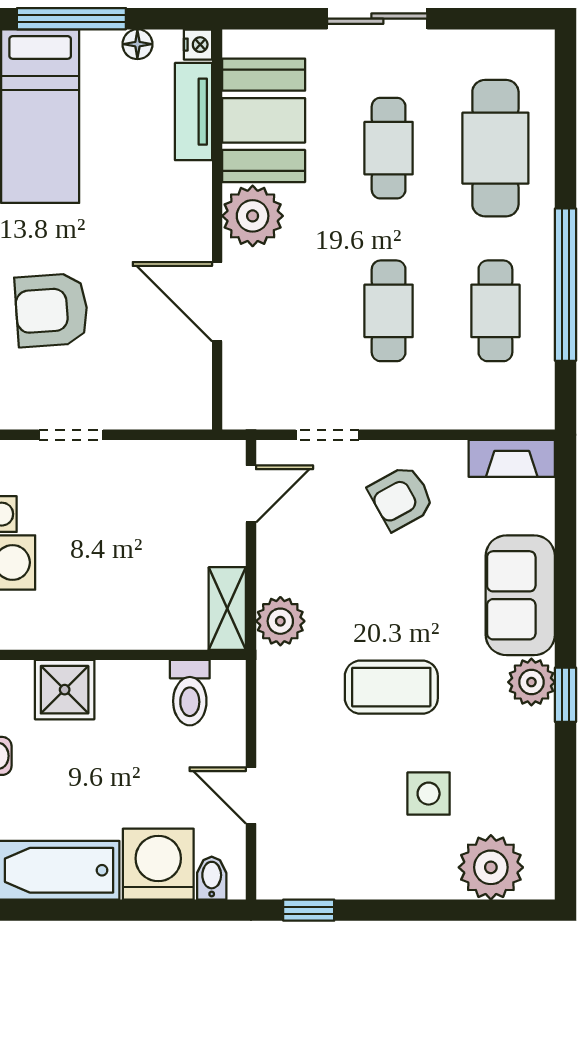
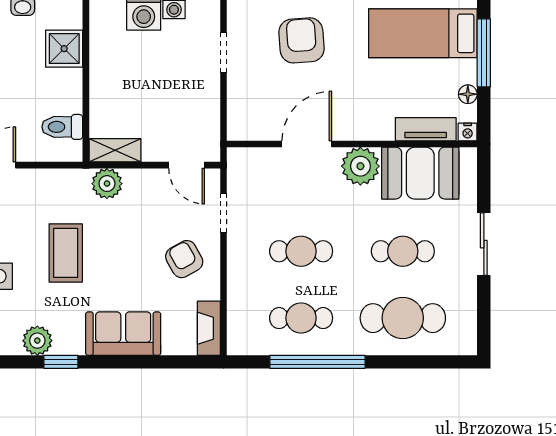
plant: (531, 682) -> (37, 341), moved

